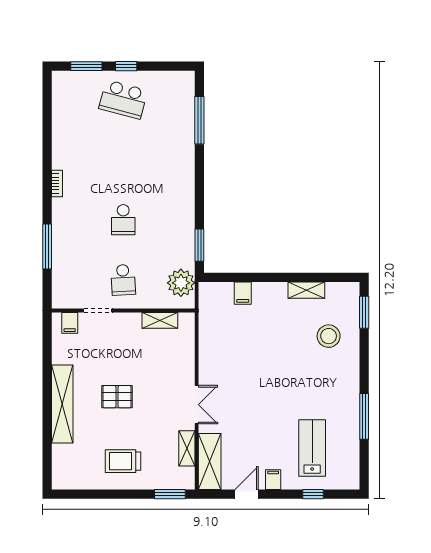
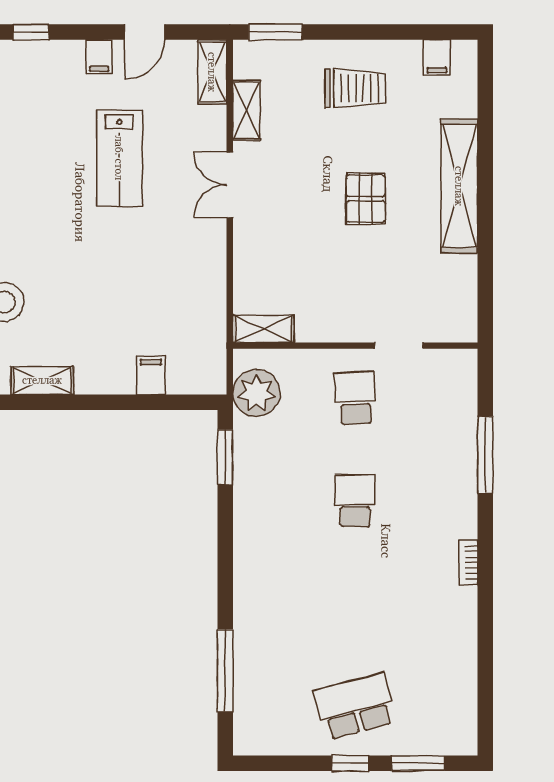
school desk: (123, 99) -> (355, 706), turned -30
shelving: (160, 320) -> (263, 329), moved
filing cabinet: (70, 323) -> (437, 58), moved, turned 180
pallet: (117, 397) -> (366, 199), turned 90
lab bench: (312, 448) -> (119, 158), moved
shelving: (210, 461) -> (212, 72), width x0.67, depth x0.75

